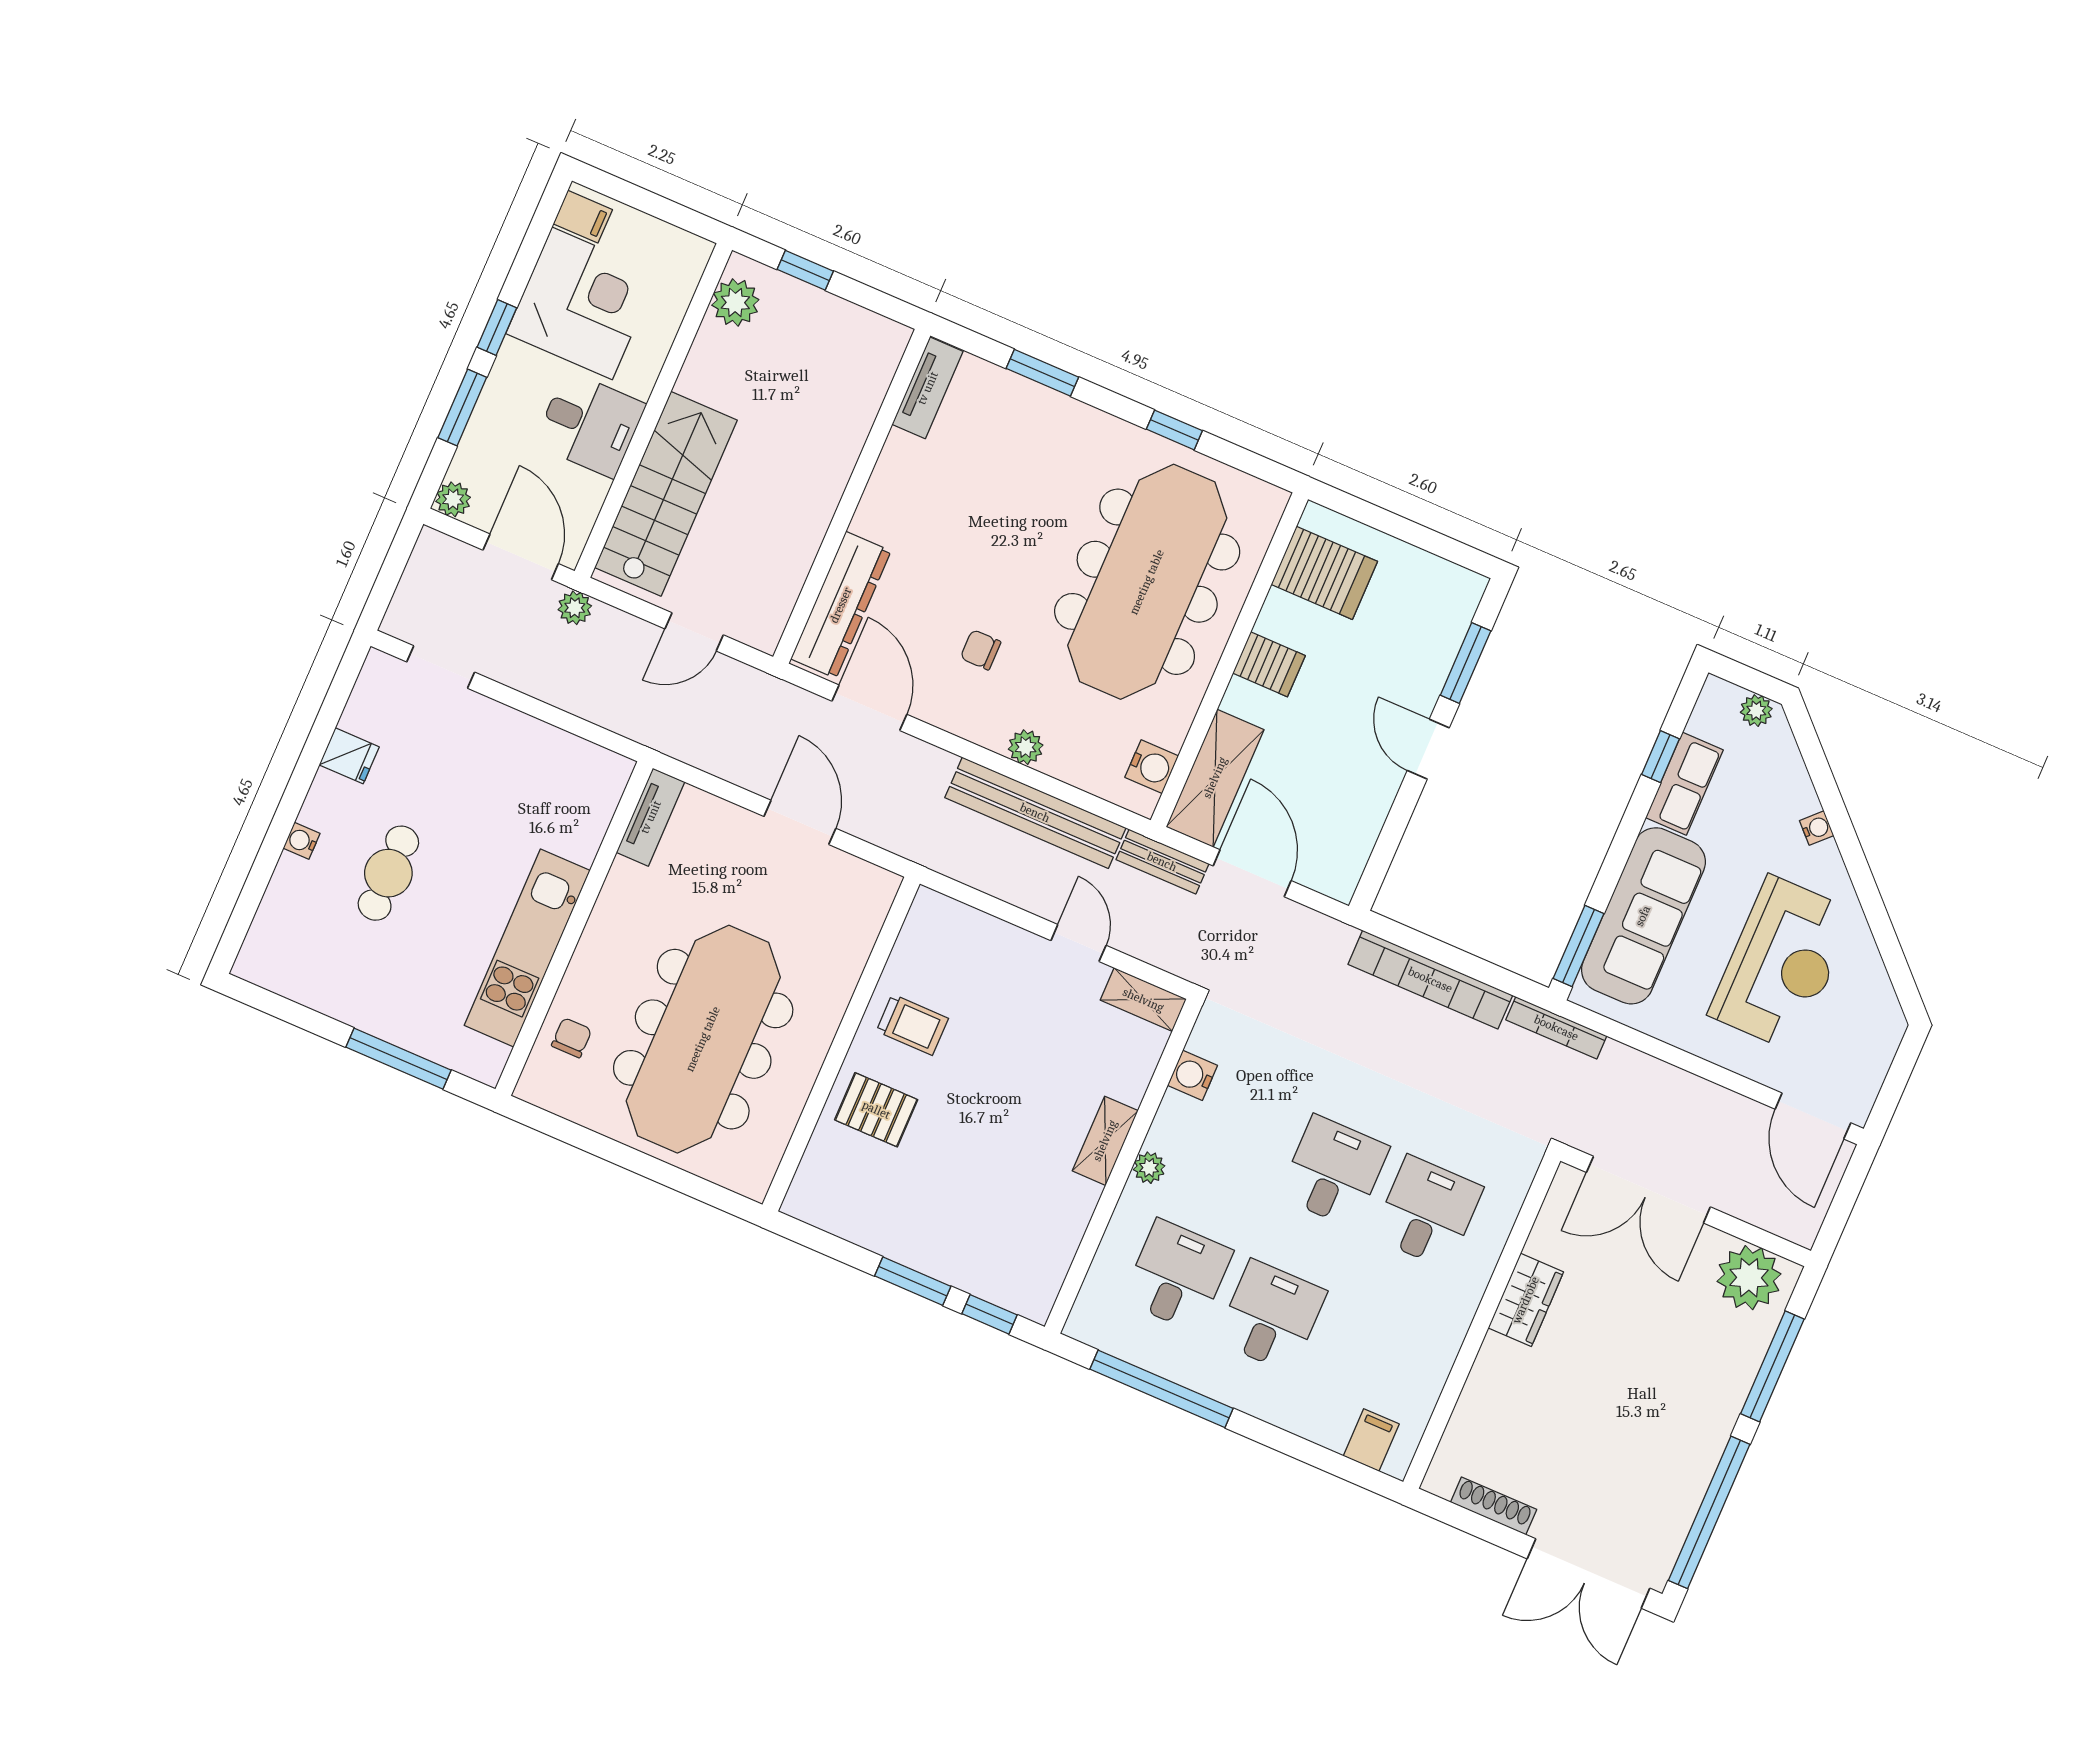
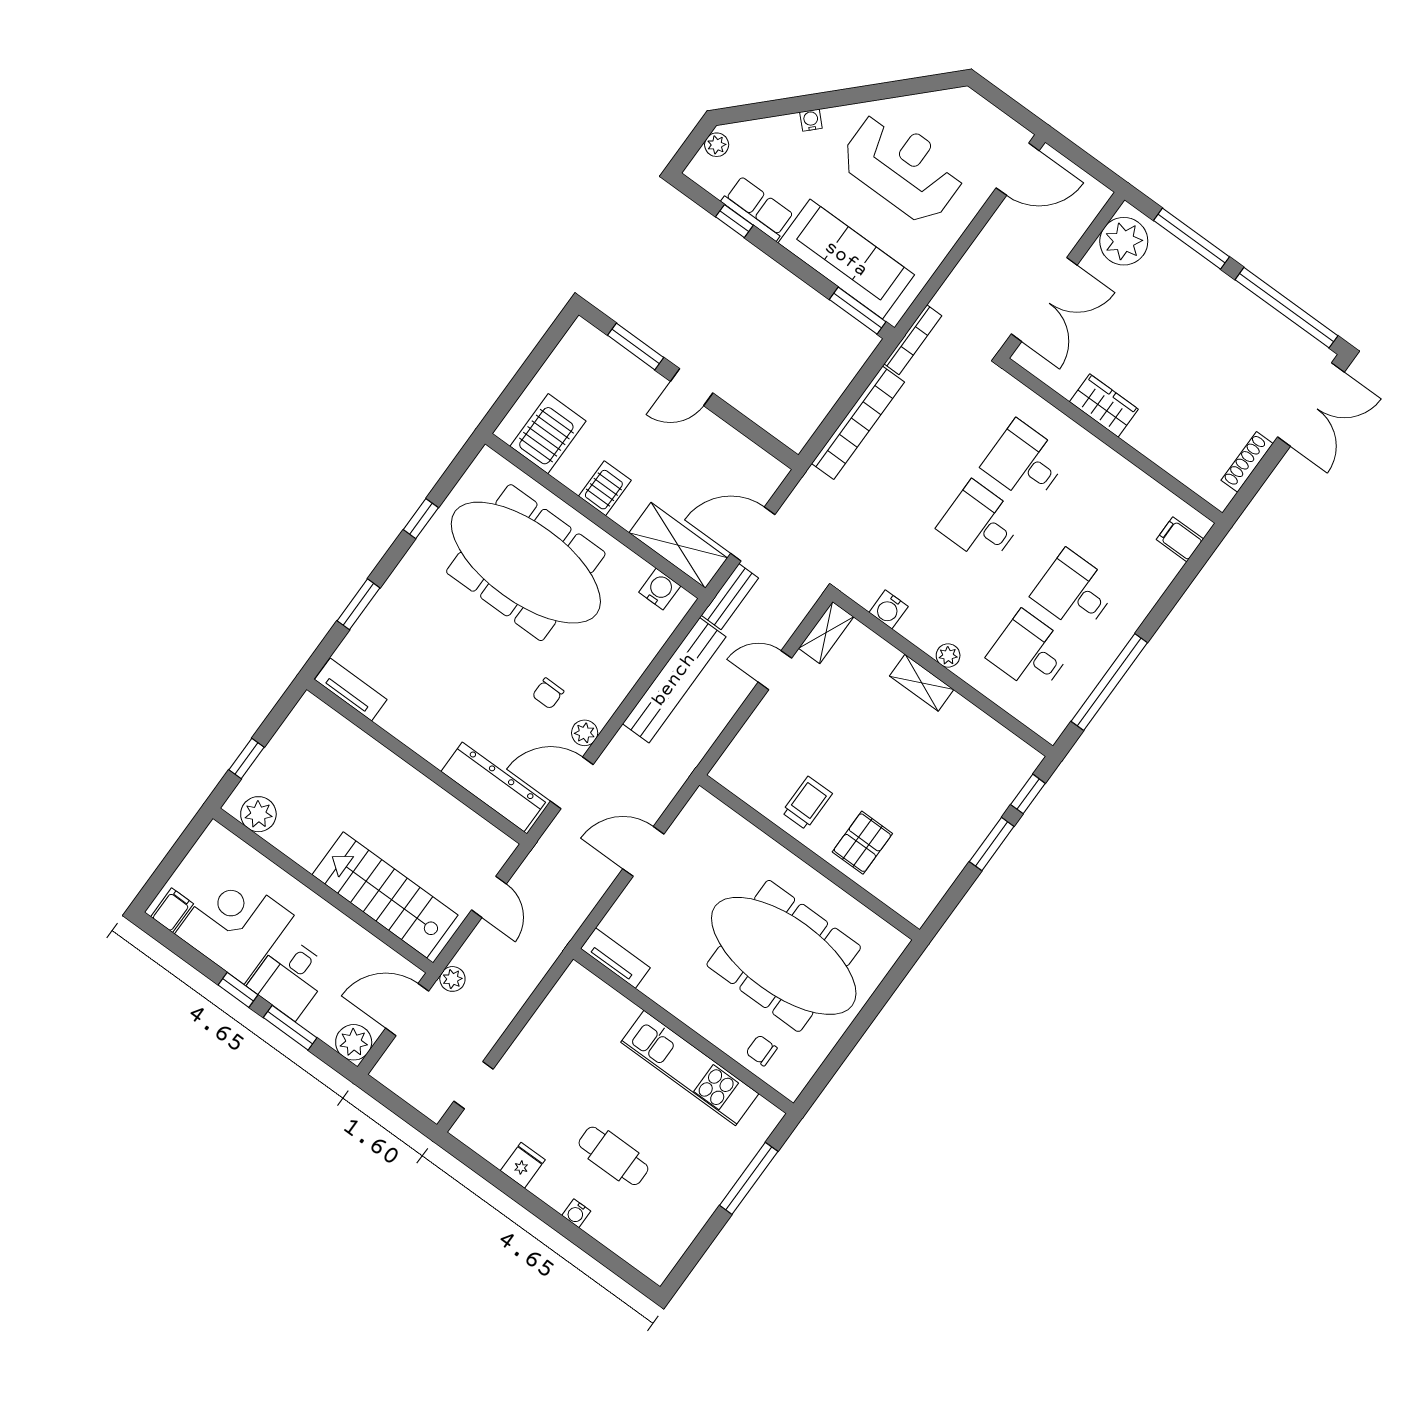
desk: (590, 424) -> (290, 977), moved, turned 180
plant: (453, 499) -> (354, 1042), width x1.38, depth x1.38
plant: (1026, 747) -> (585, 733), moved

